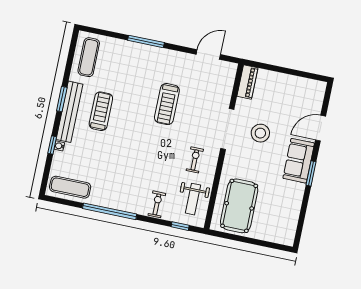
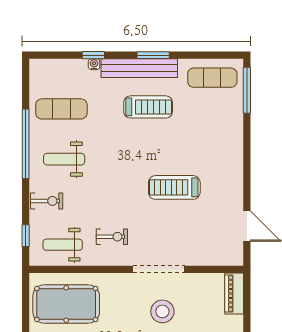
window: (146, 41) -> (247, 90), moved
piano: (247, 82) -> (234, 294), moved, turned 90
weight bench: (128, 184) -> (64, 159), added
exercise mat: (70, 187) -> (61, 109), moved, turned 90

